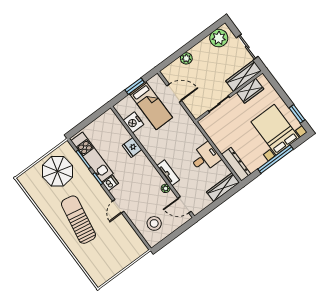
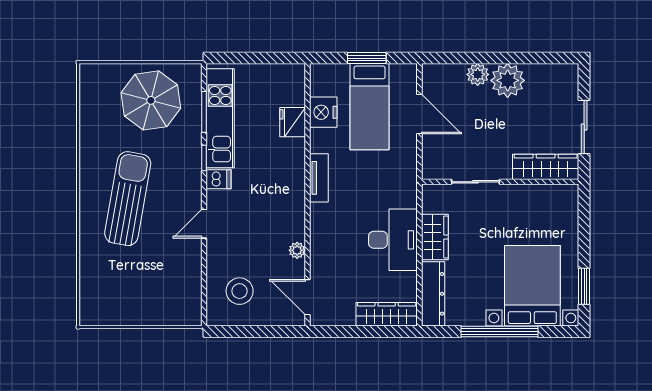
plant: (219, 38) -> (508, 80), moved
wardrobe: (250, 91) -> (435, 237), moved, turned -90
fridge: (132, 147) -> (293, 122), moved
desk: (205, 158) -> (393, 240), width x1.37
tv unit: (168, 173) -> (319, 178), moved

